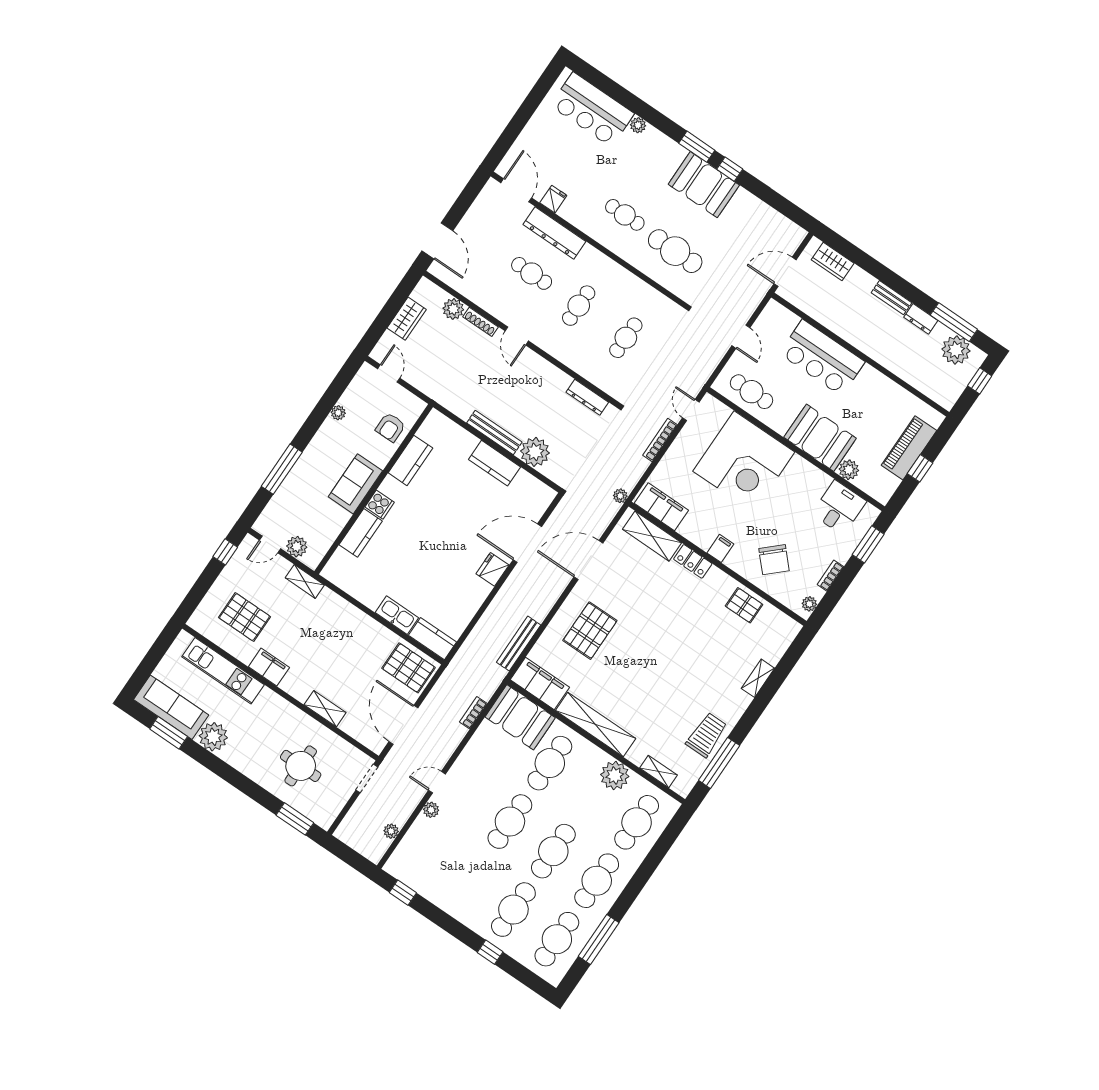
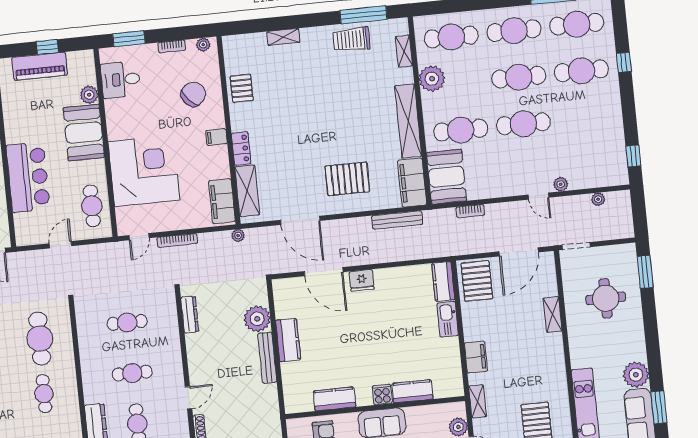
filing cabinet: (269, 667) -> (476, 357), moved, turned 180

